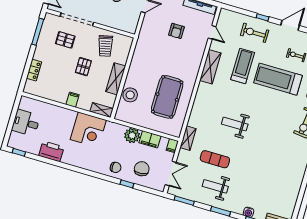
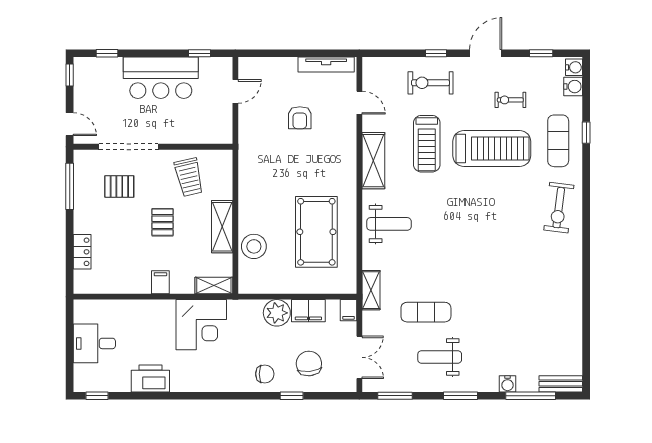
treadmill: (243, 66) -> (427, 144), turned 180
treadmill: (278, 79) -> (492, 148), turned 180
weight bench: (235, 124) -> (389, 224), moved, turned 180

